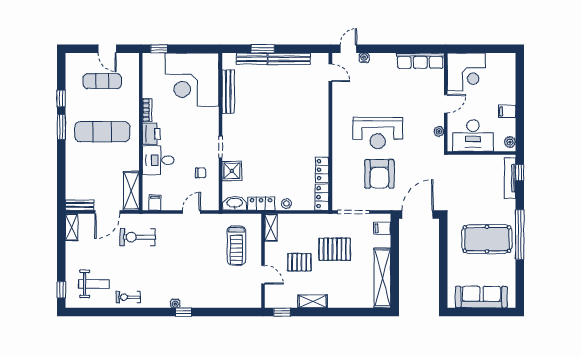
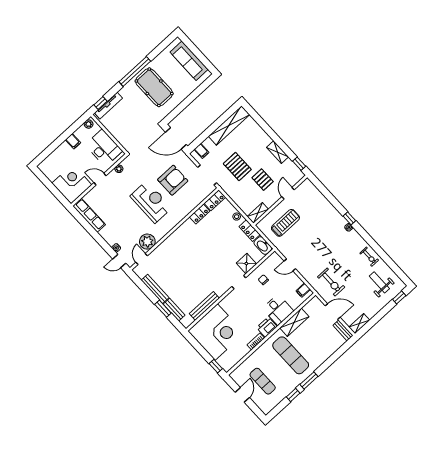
plant: (342, 94) -> (147, 242), added
shelving: (131, 191) -> (294, 322), moved

